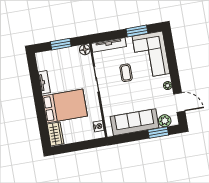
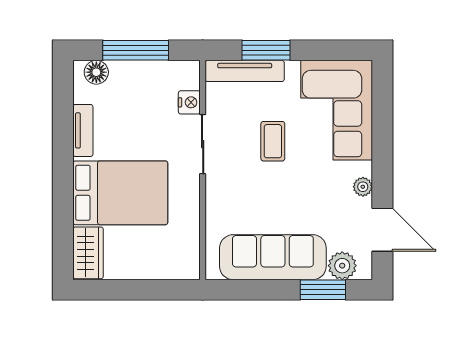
window: (137, 31) -> (266, 50), moved
window: (61, 44) -> (136, 50), width x1.44
floor lamp: (85, 50) -> (96, 72), moved
nightstand: (99, 126) -> (189, 102), moved

